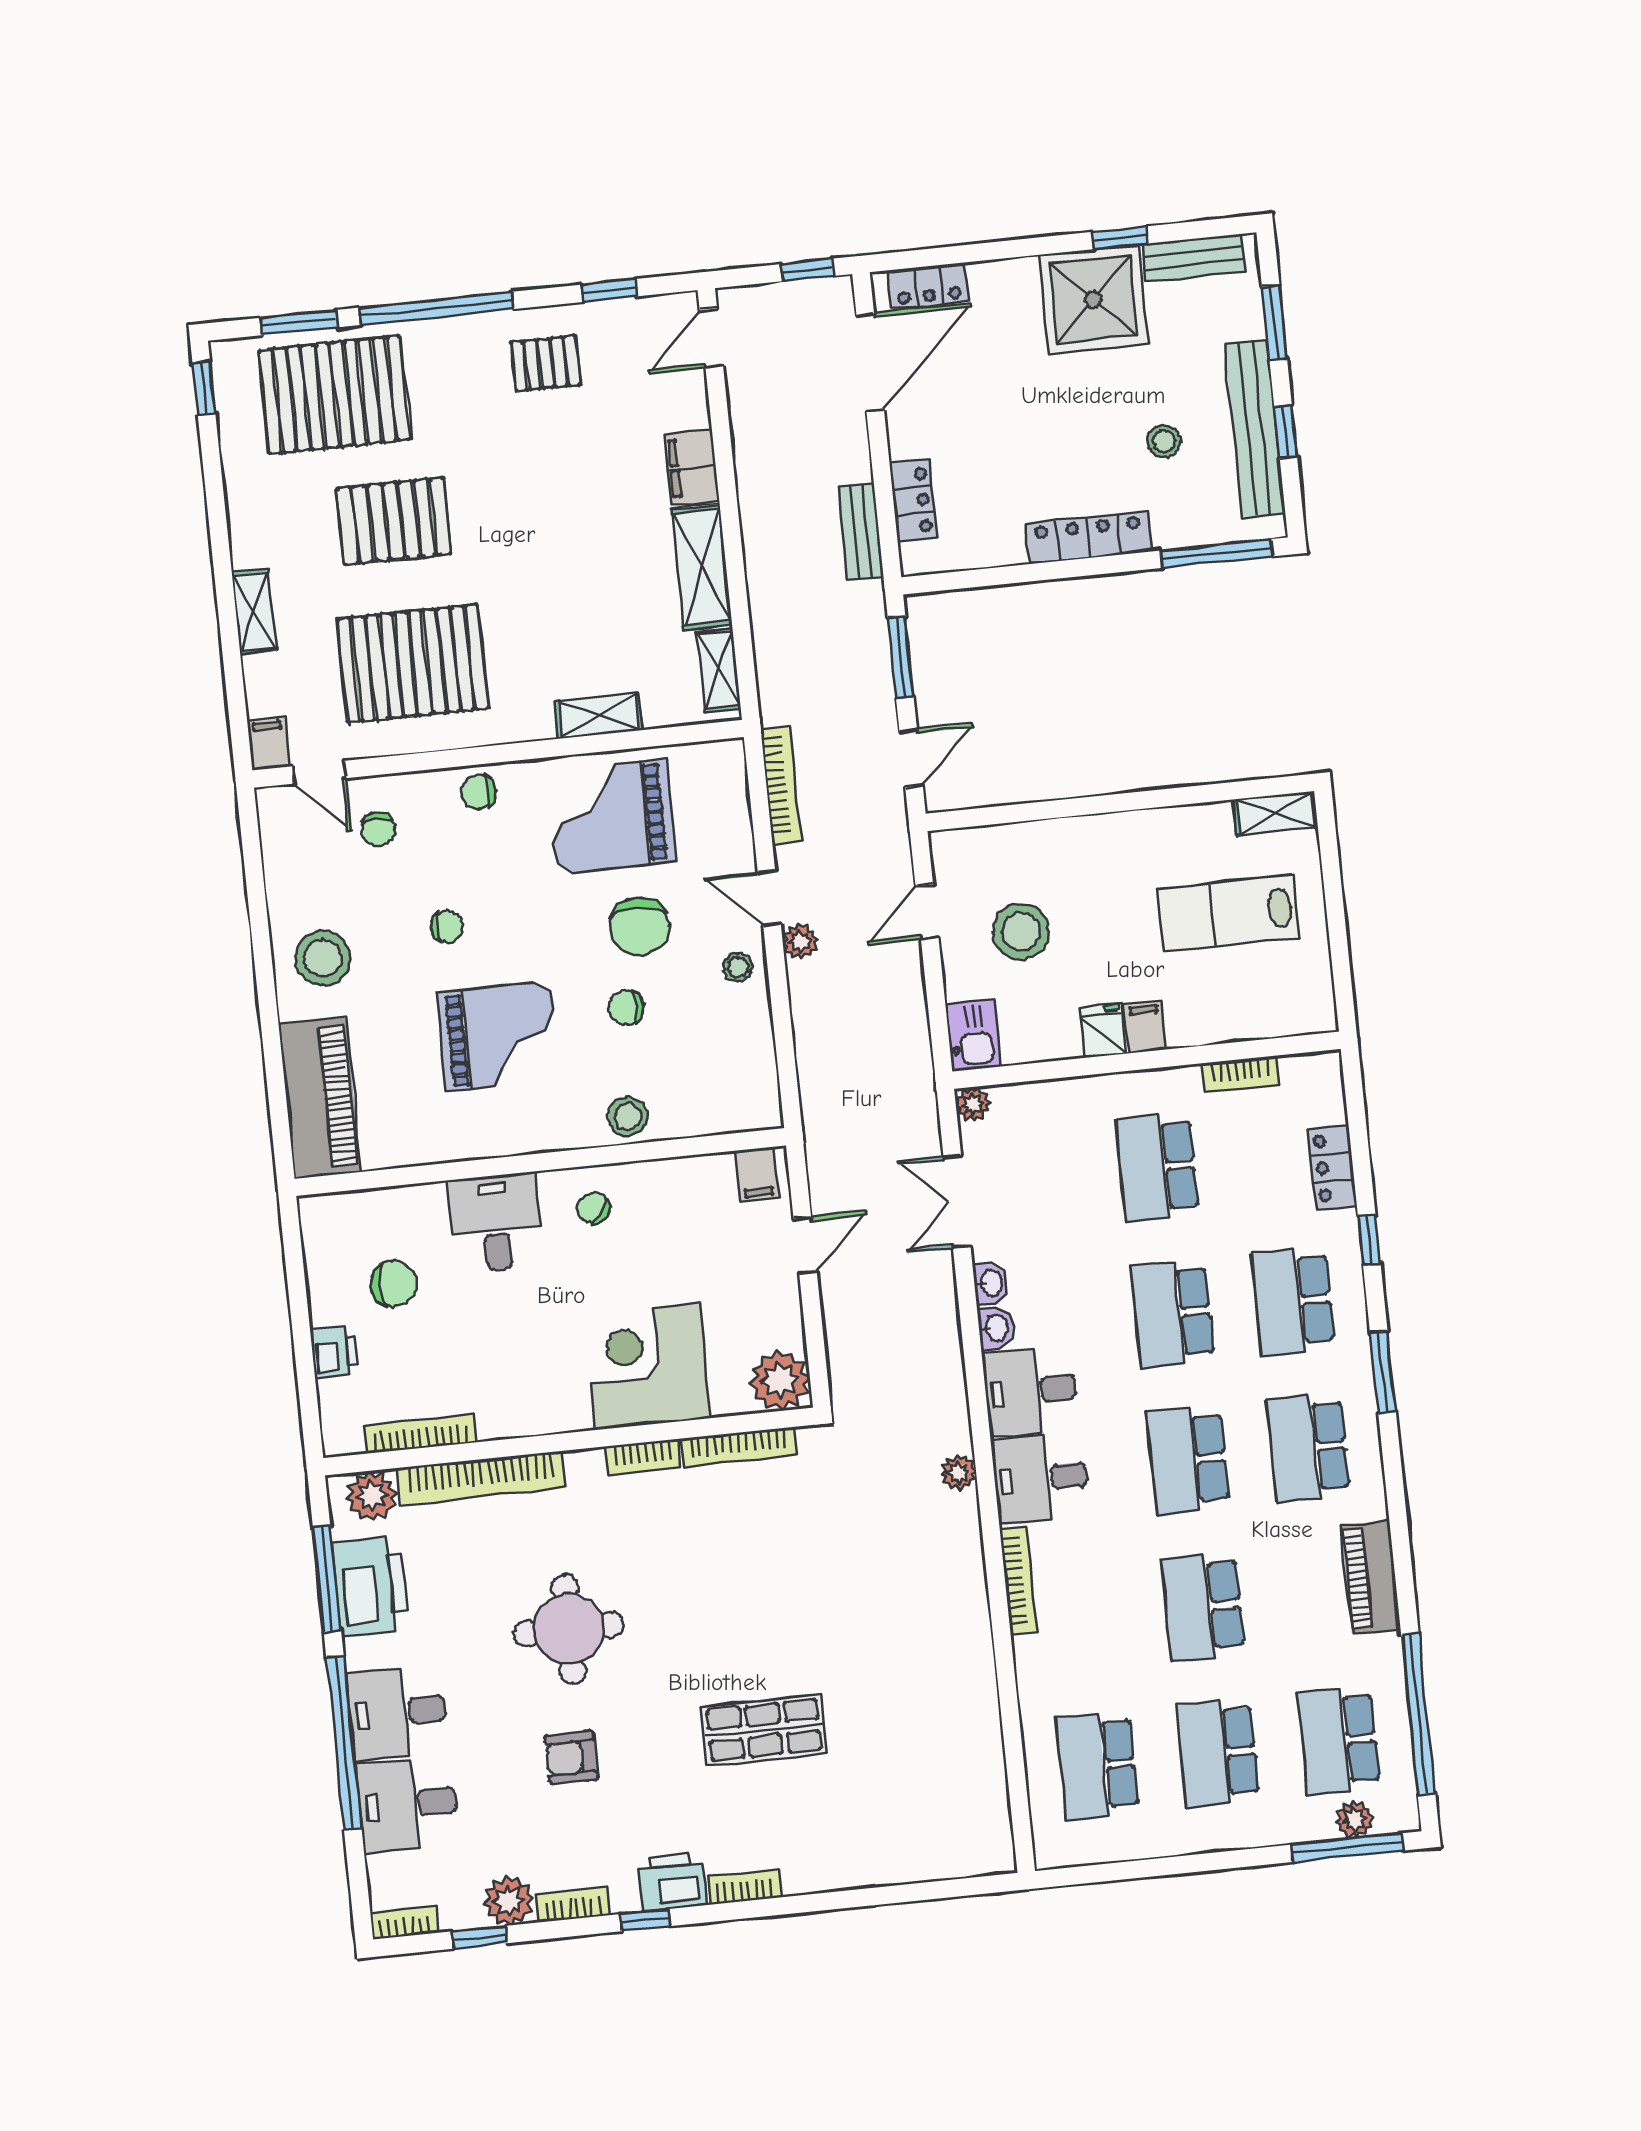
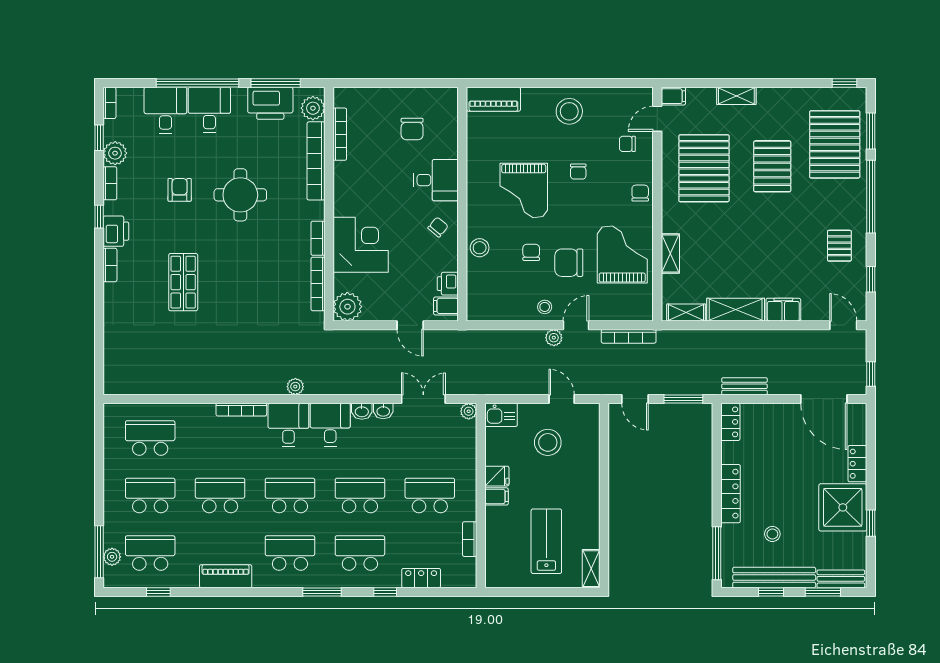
bench: (1193, 258) -> (841, 579), moved, turned 90
locker: (928, 286) -> (857, 464), moved
locker: (913, 500) -> (730, 422), moved, turned -90
piano: (320, 1098) -> (493, 99), width x0.73, depth x0.75
printer: (334, 1352) -> (448, 284), moved, turned 90
window: (1418, 1715) -> (158, 592), width x0.32

